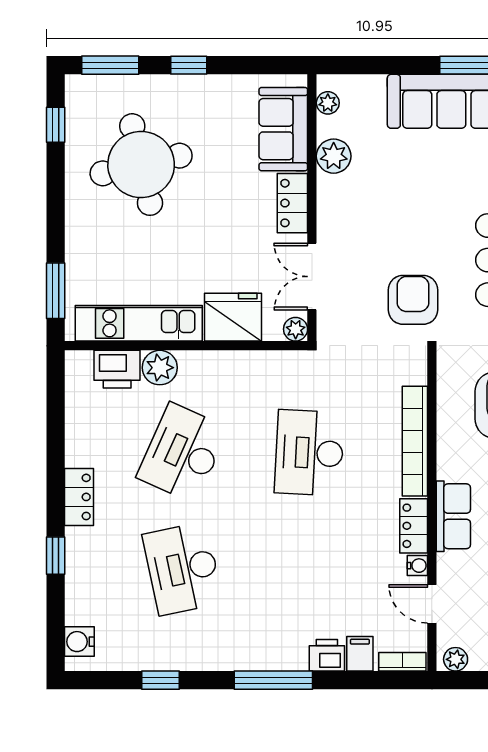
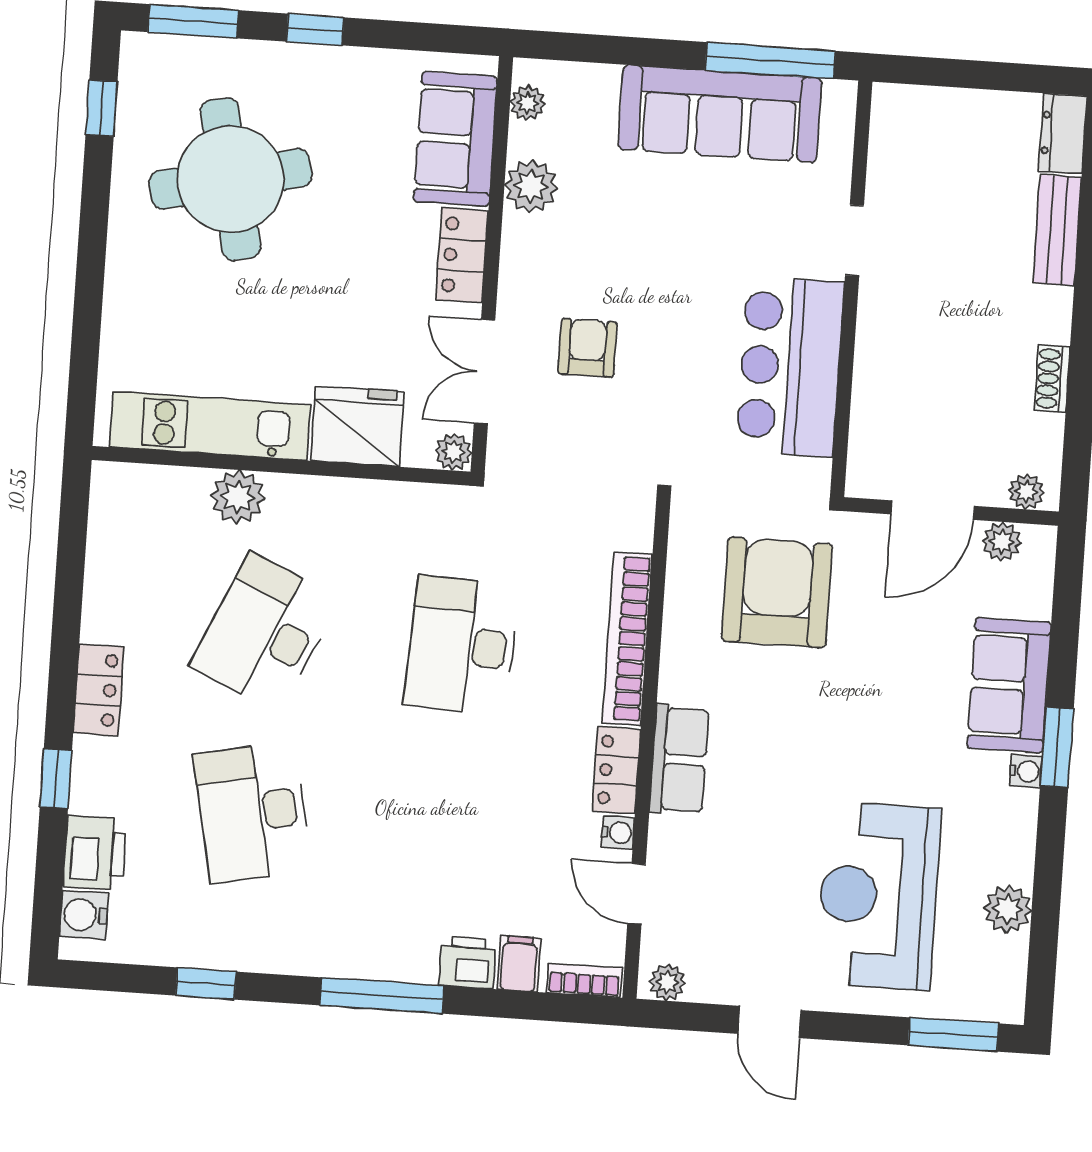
window: (56, 291) -> (84, 367), removed
armchair: (413, 300) -> (587, 348), moved, width x0.72, depth x0.72
printer: (117, 369) -> (94, 853), moved, turned -90

